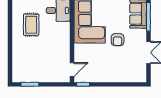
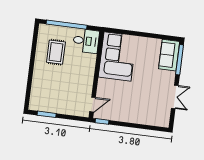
armchair: (118, 40) -> (144, 79), removed

